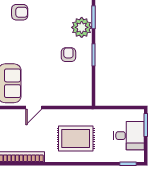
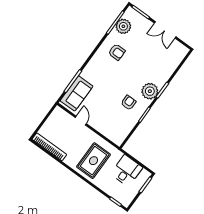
door: (34, 108) -> (81, 121), swing flipped
desk: (129, 136) -> (127, 171), moved, turned -90
rug: (76, 139) -> (93, 161), turned 90

